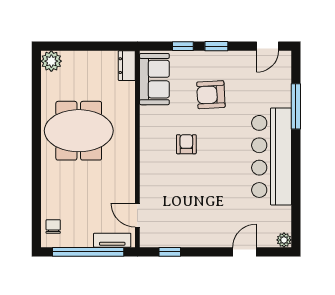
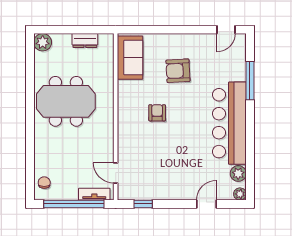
window: (183, 46) -> (154, 30), removed
window: (216, 46) -> (183, 30), removed
dresser: (127, 66) -> (85, 41), moved, turned -90
plant: (282, 216) -> (238, 174), added

